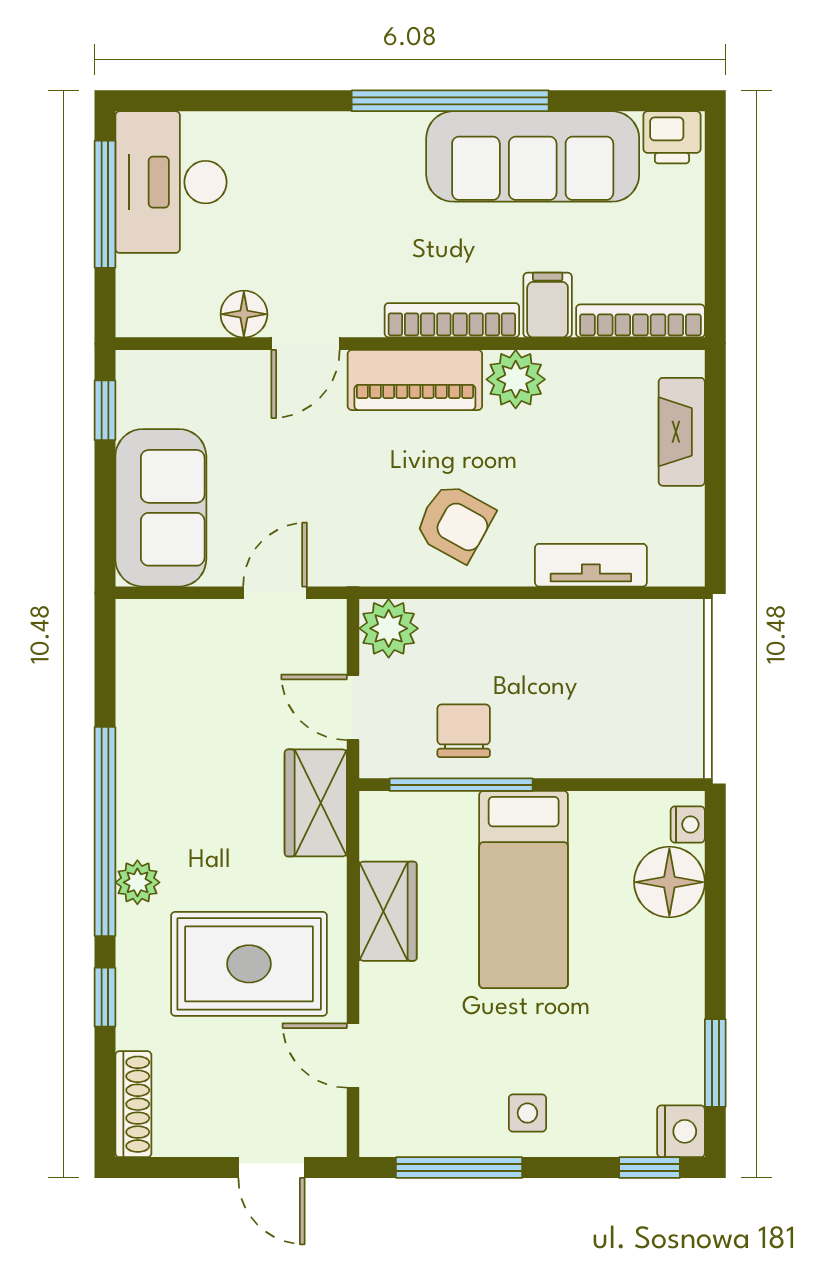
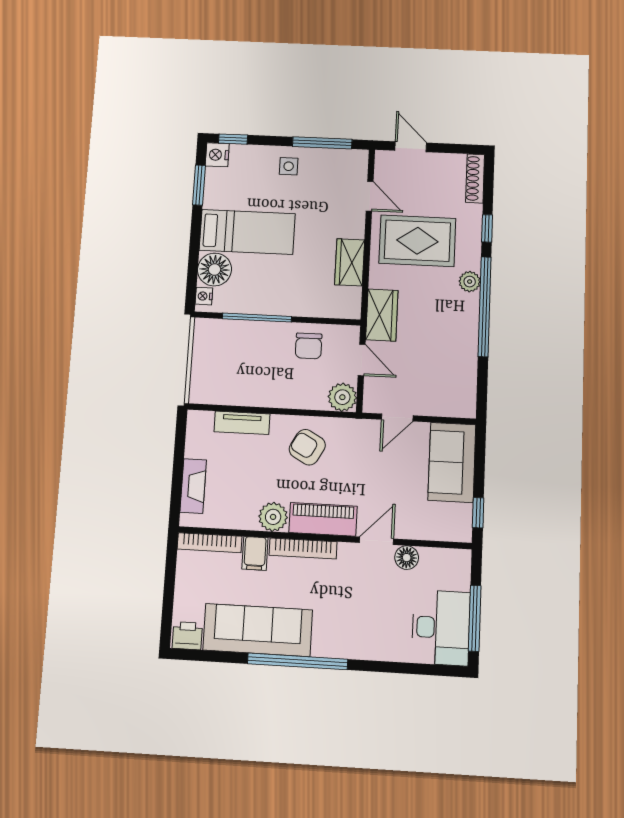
window: (461, 785) -> (257, 318), moved
bed: (524, 890) -> (247, 232), moved, turned 90

